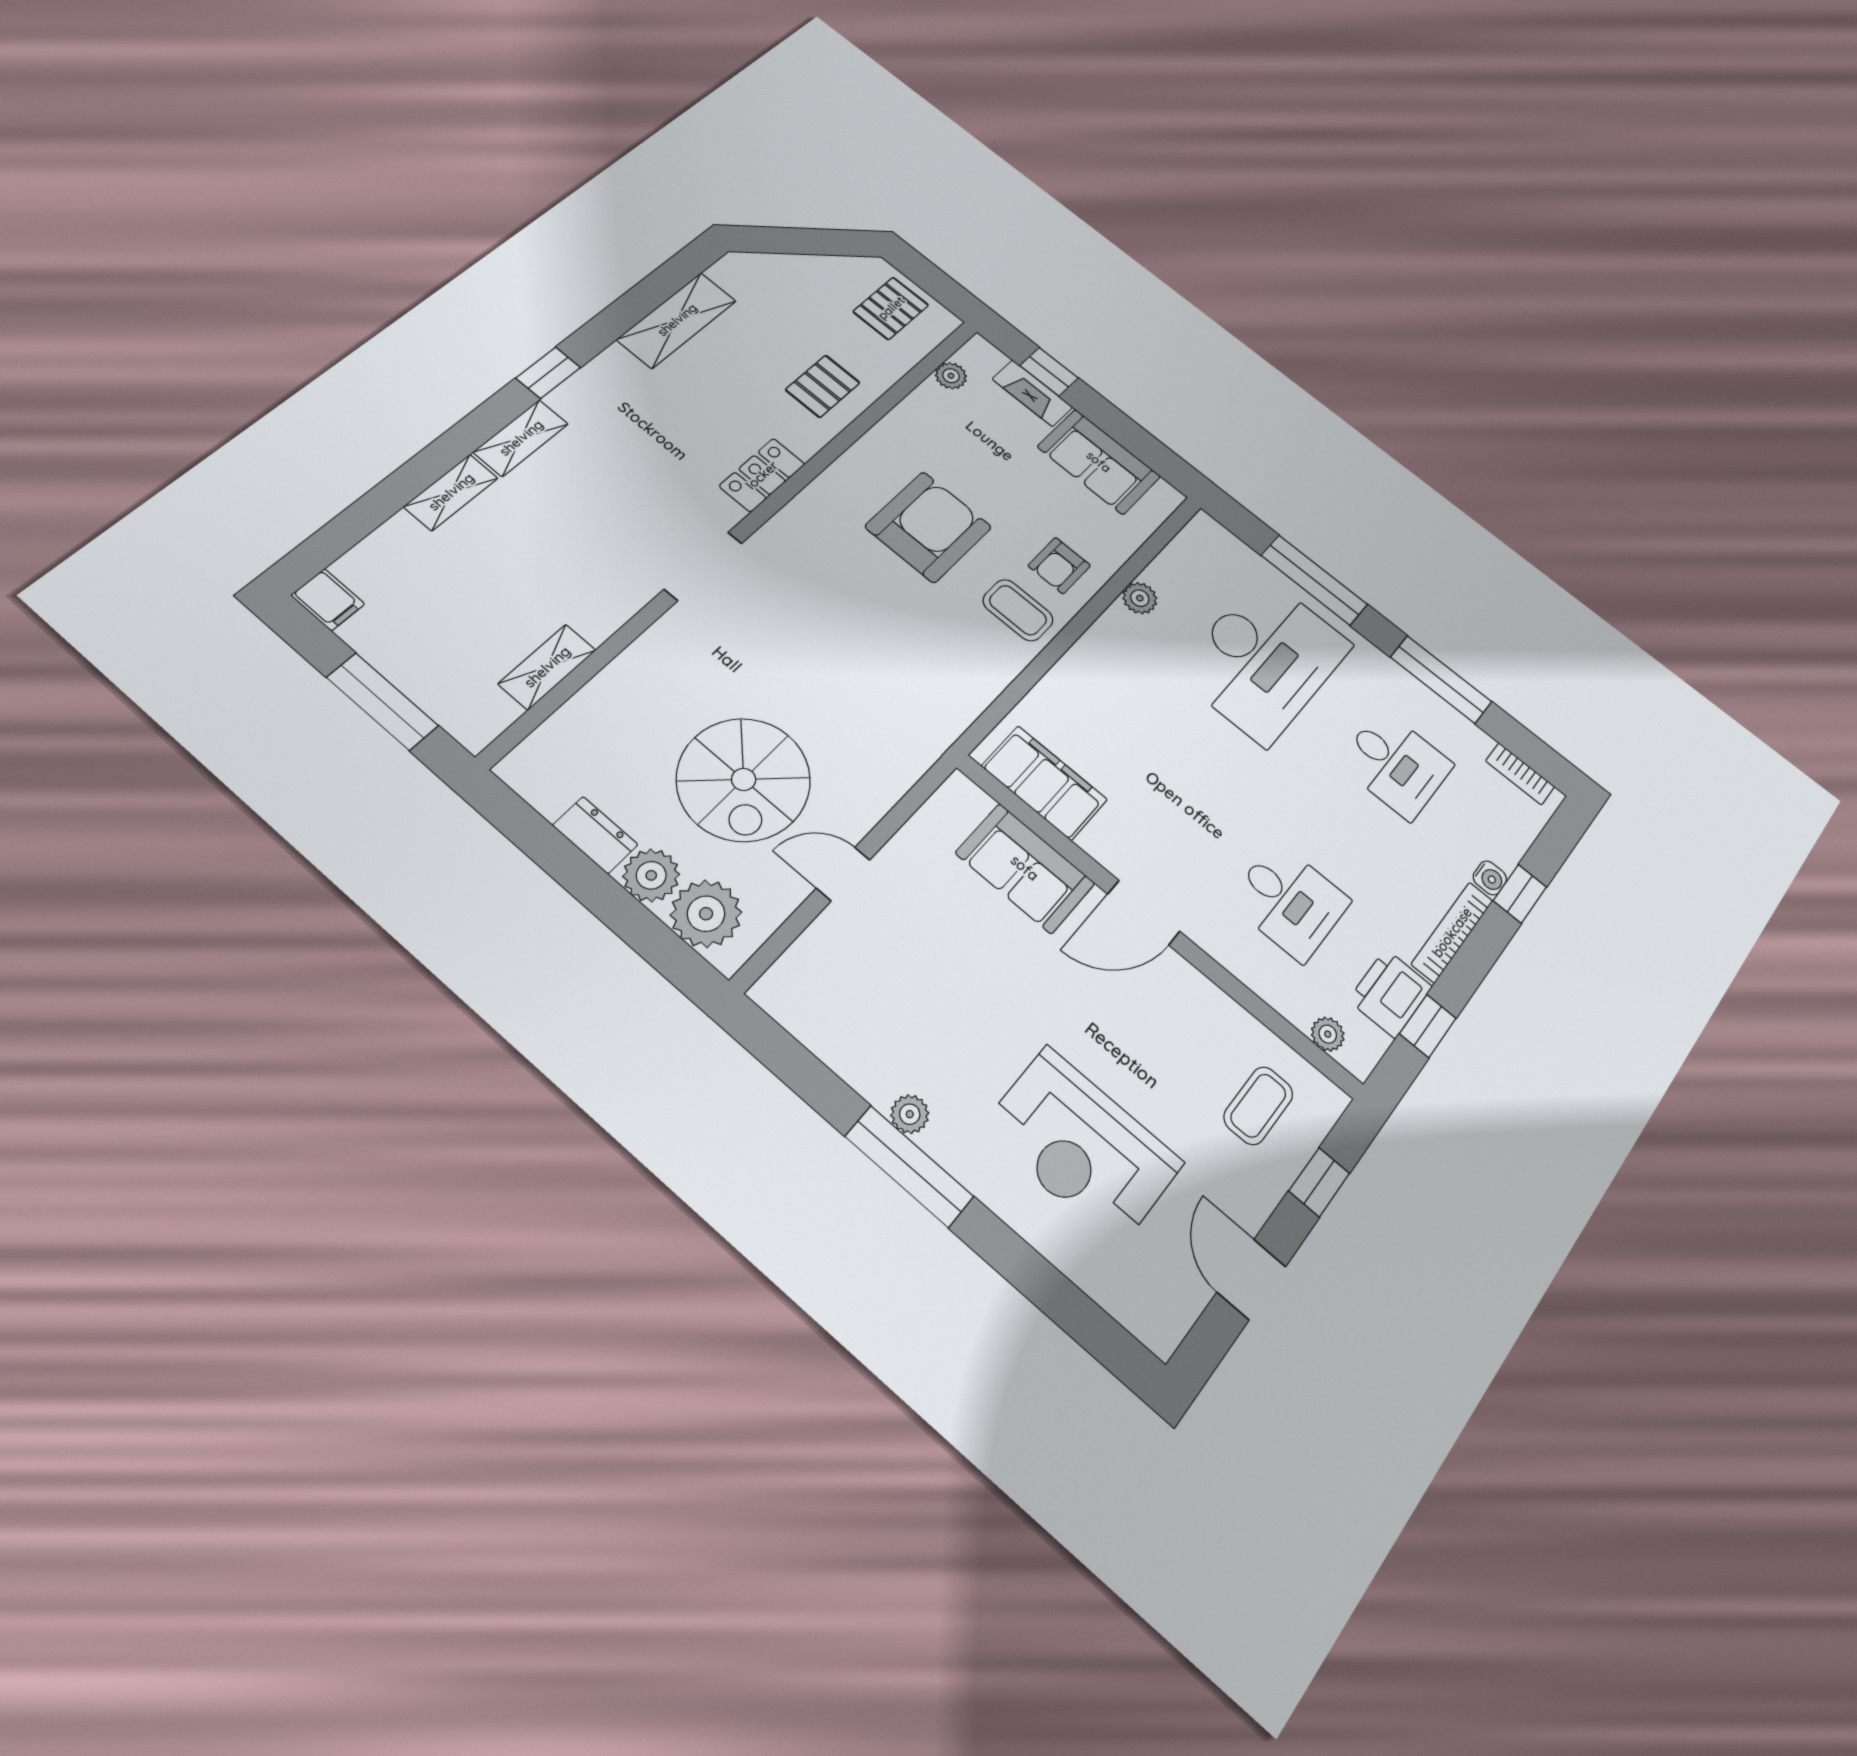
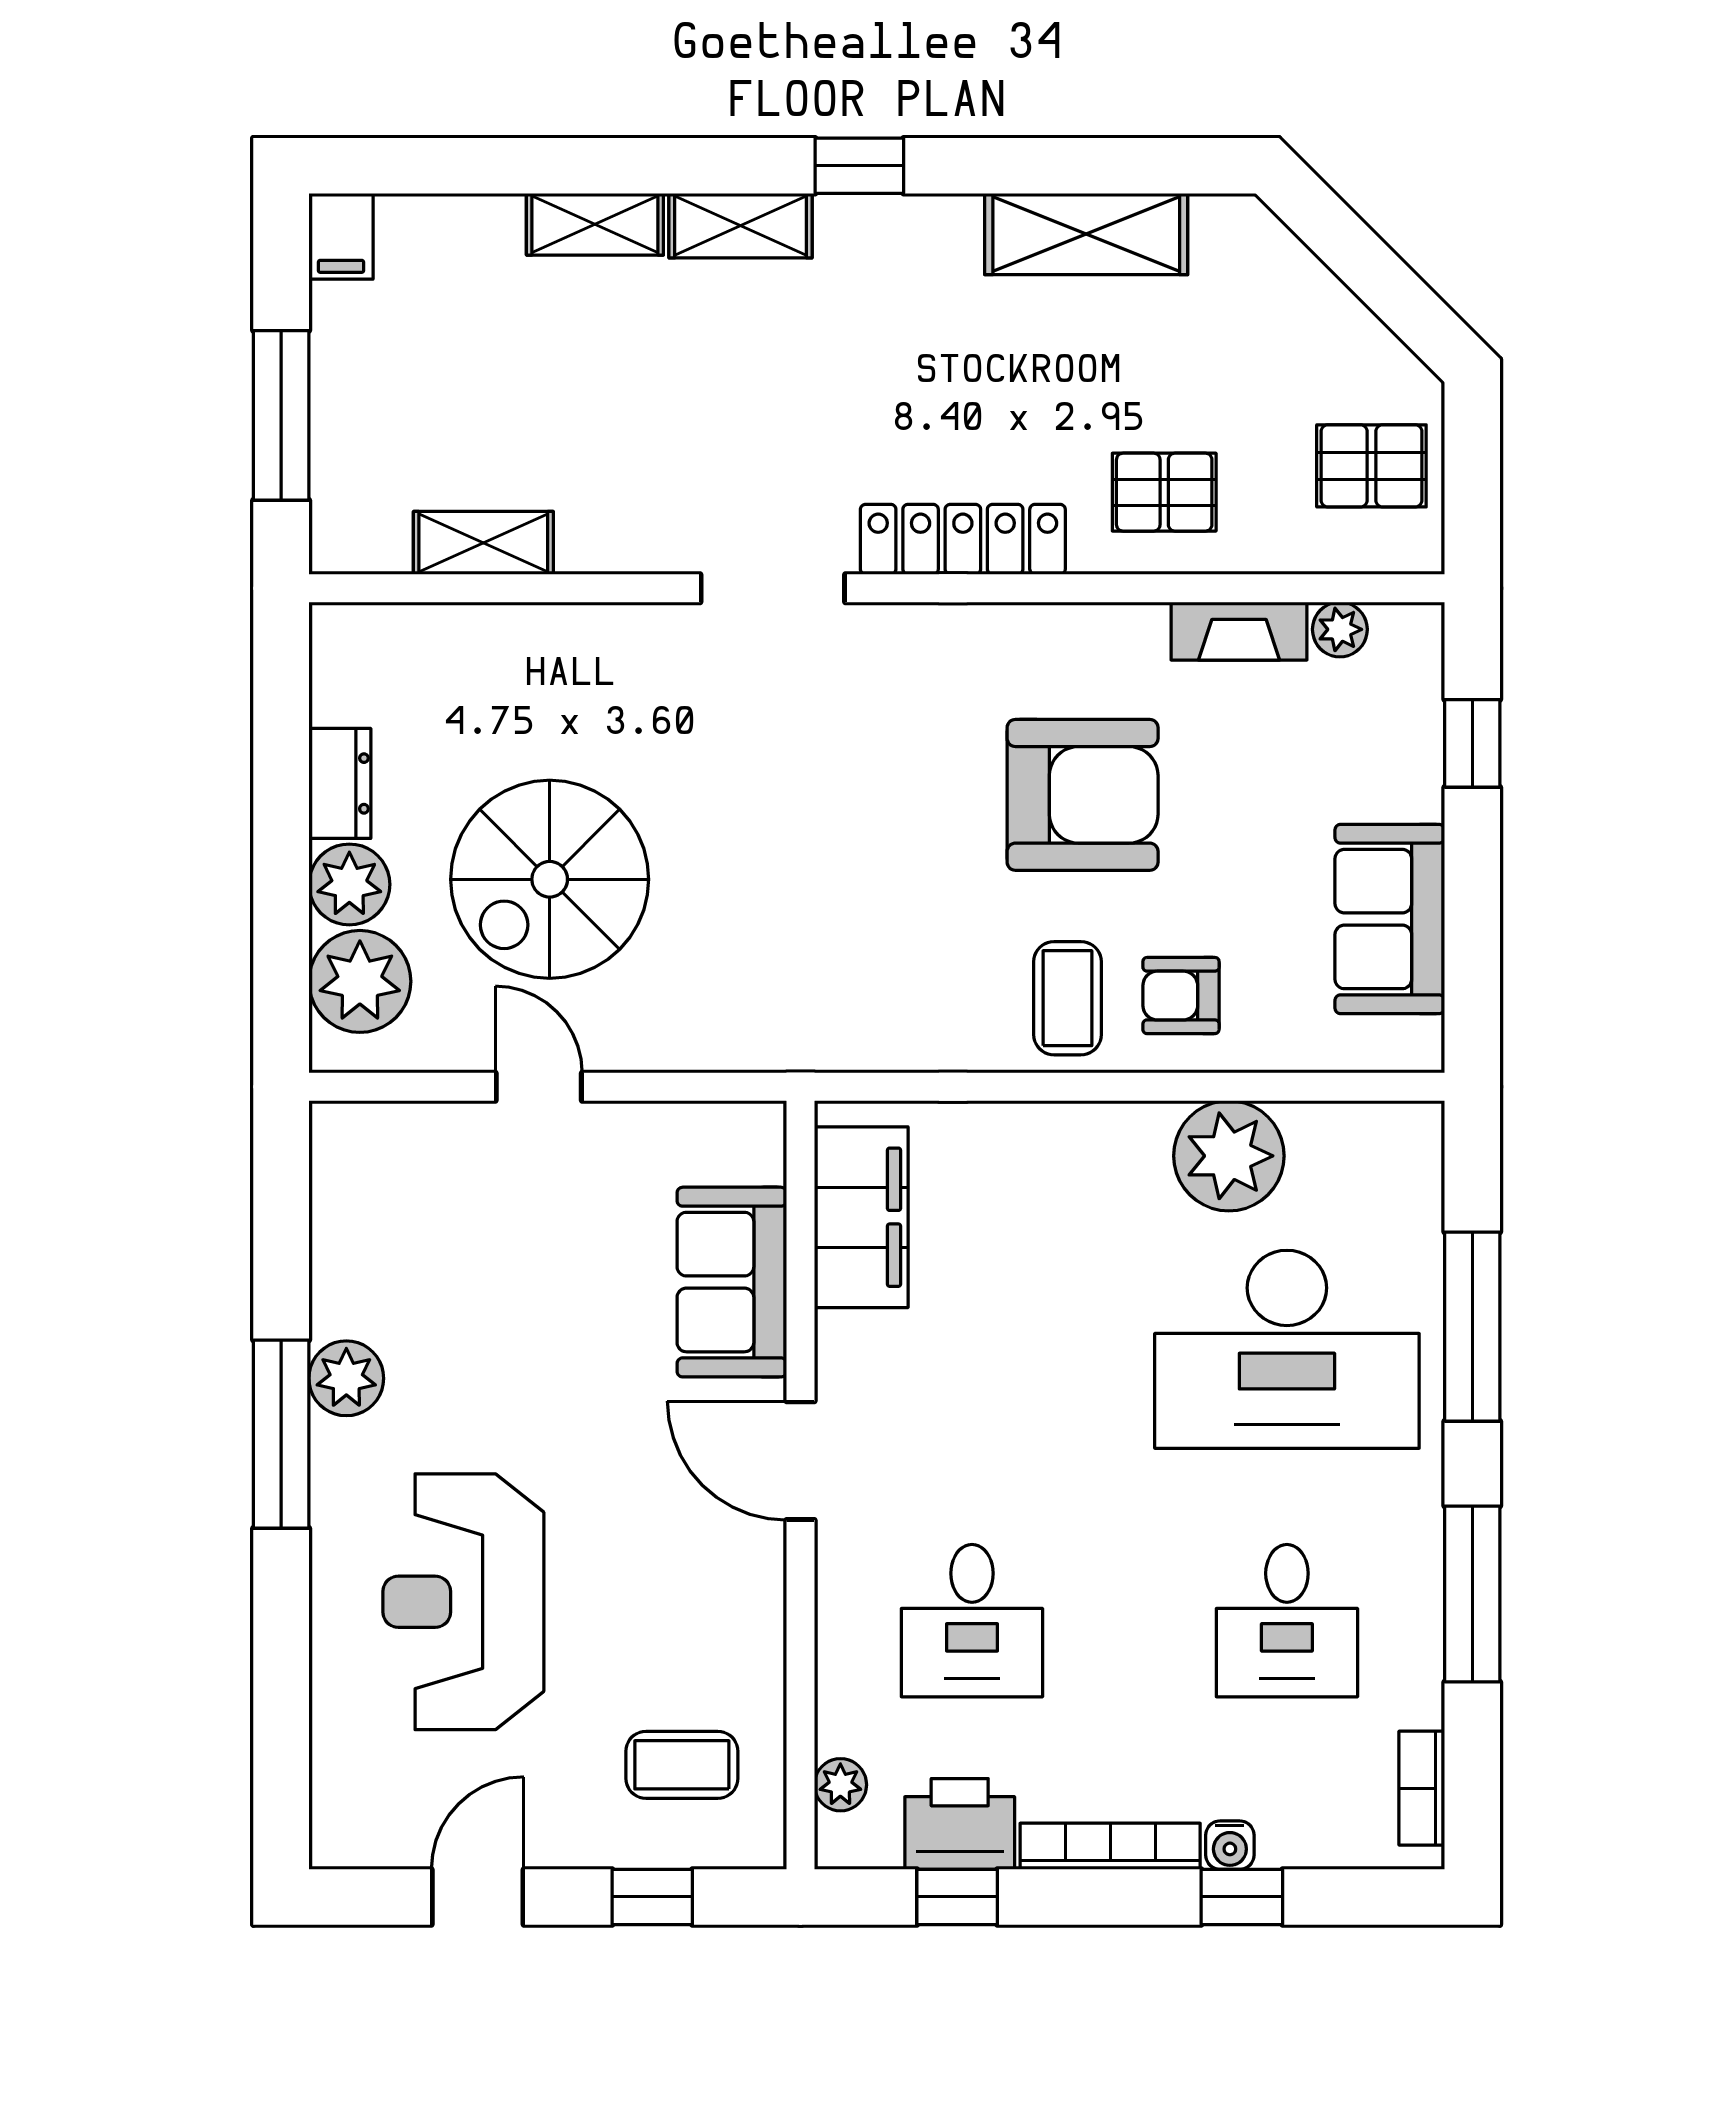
fireplace: (1032, 393) -> (1239, 631), moved, turned -90
locker: (762, 475) -> (963, 539), width x1.53
plant: (1140, 598) -> (1229, 1156), width x1.88, depth x1.88
plant: (910, 1114) -> (346, 1378), width x1.38, depth x1.38

